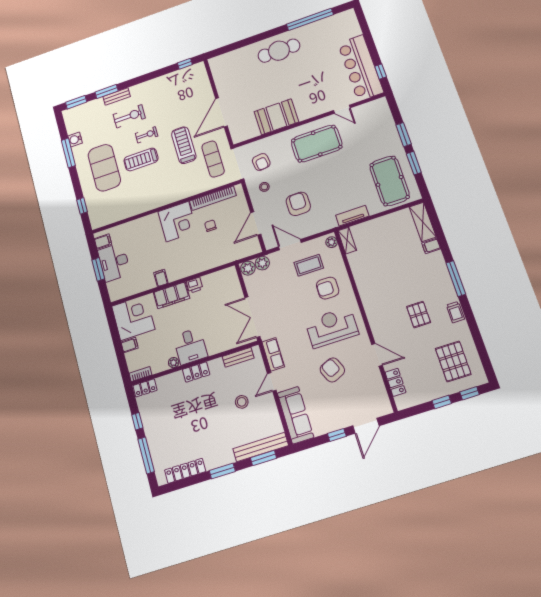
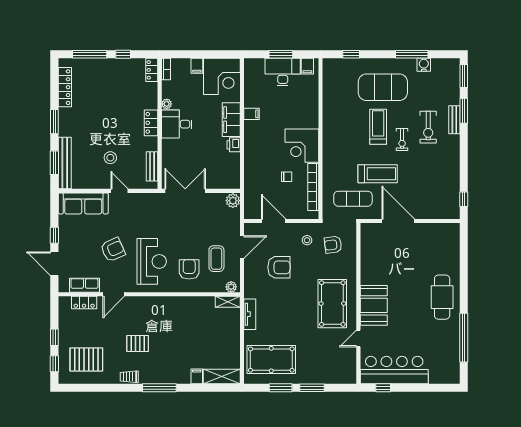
booth: (276, 117) -> (374, 305), moved
plant: (262, 263) -> (233, 216), removed
row of seats: (273, 354) -> (84, 285), moved, turned 180

